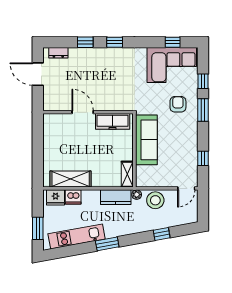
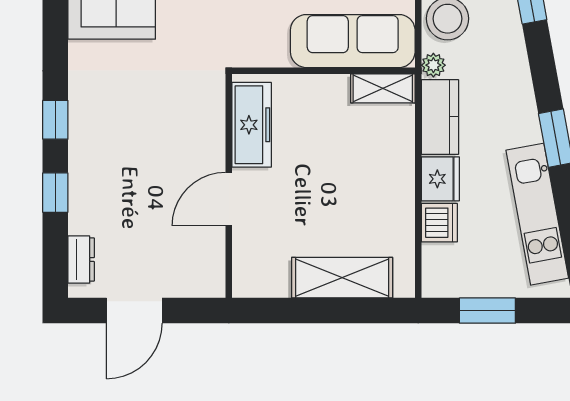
sofa: (146, 140) -> (353, 41), moved
shelving: (71, 179) -> (342, 278), moved, turned 90
fridge: (56, 197) -> (440, 179), moved
window: (38, 228) -> (487, 311), moved

